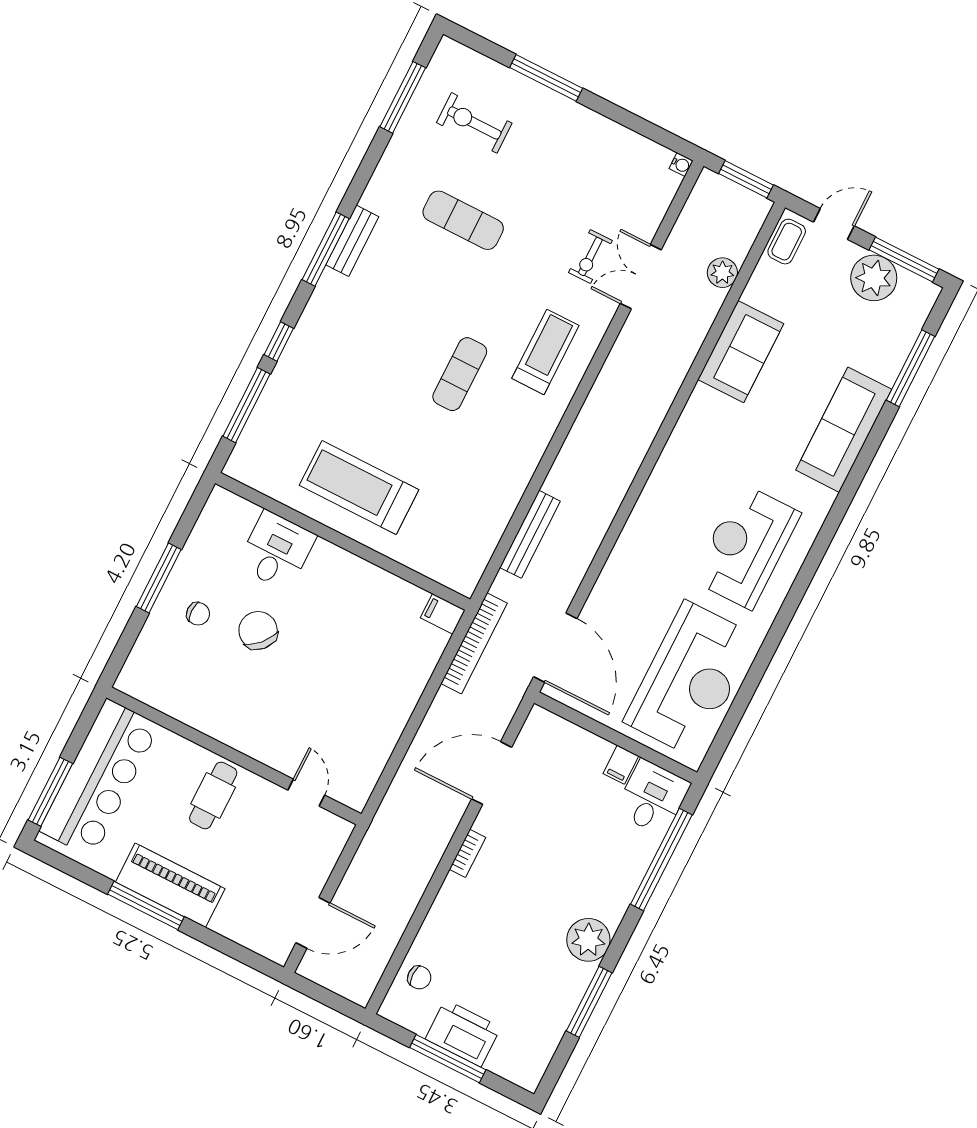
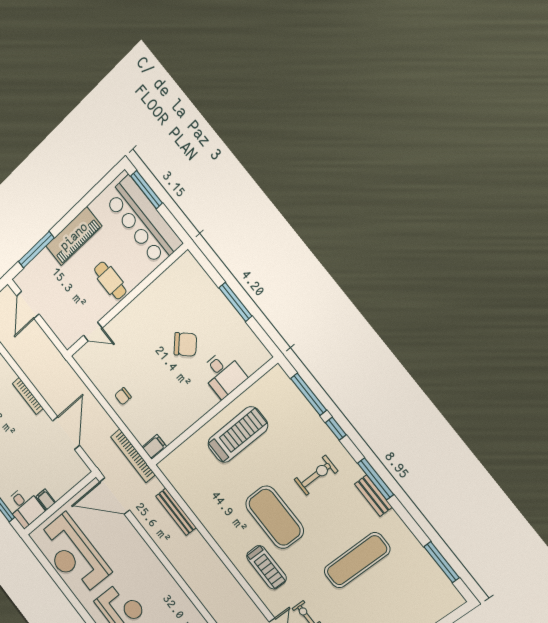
exercise bike: (474, 123) -> (316, 475), moved
exercise mat: (463, 220) -> (357, 560), width x1.36, depth x1.45
exercise mat: (460, 374) -> (275, 517), width x2.00, depth x1.45
chair: (198, 614) -> (123, 396), moved
bookcase: (467, 853) -> (28, 396), width x1.56
window: (146, 905) -> (36, 250), moved

